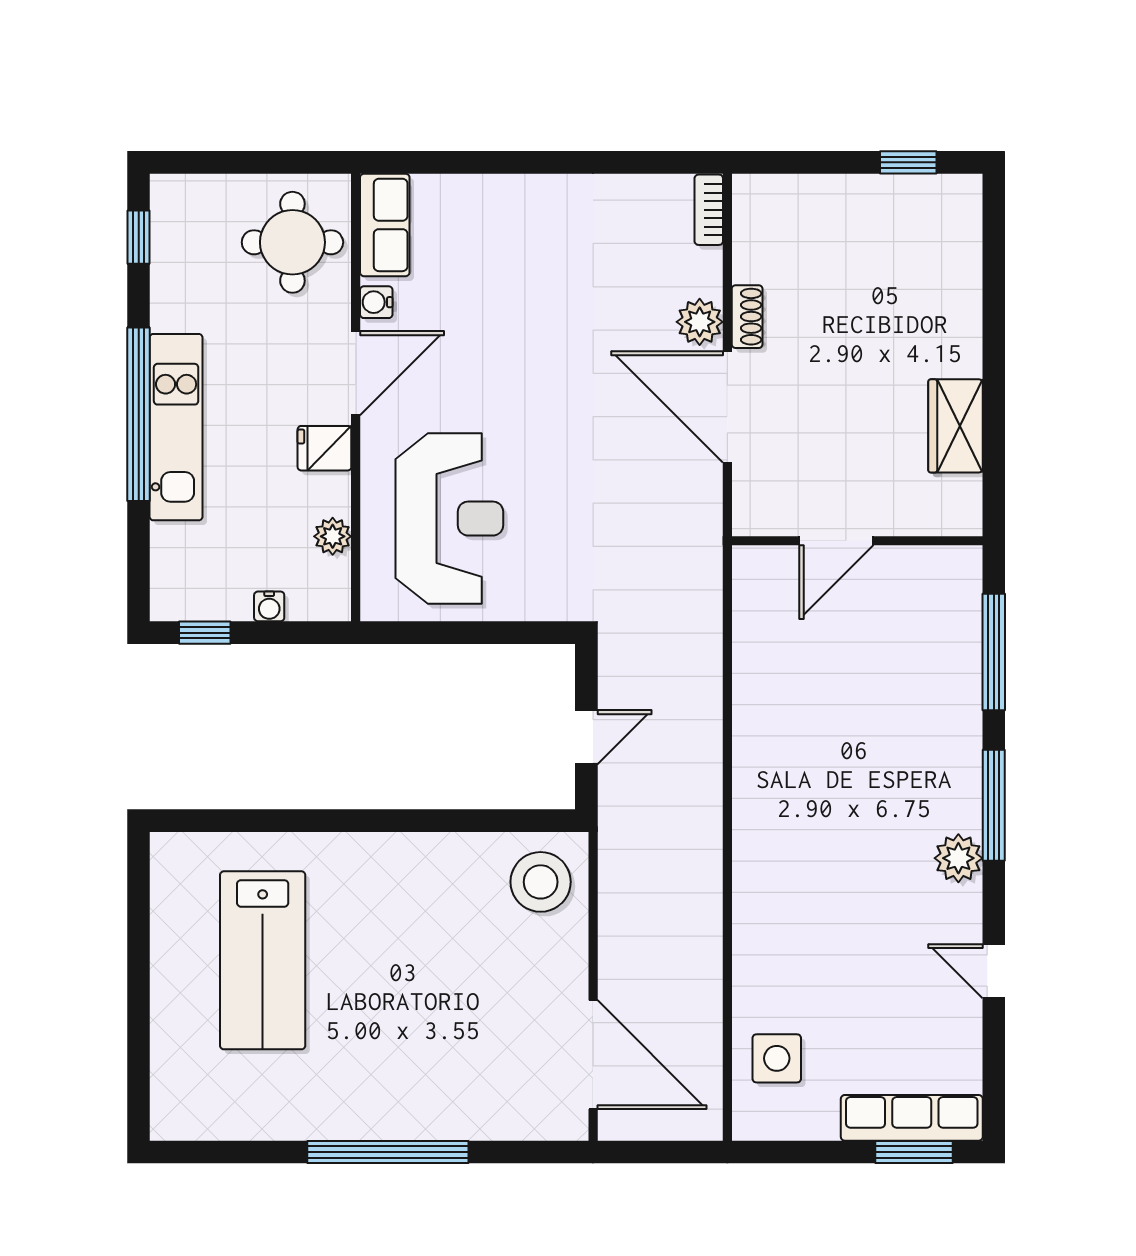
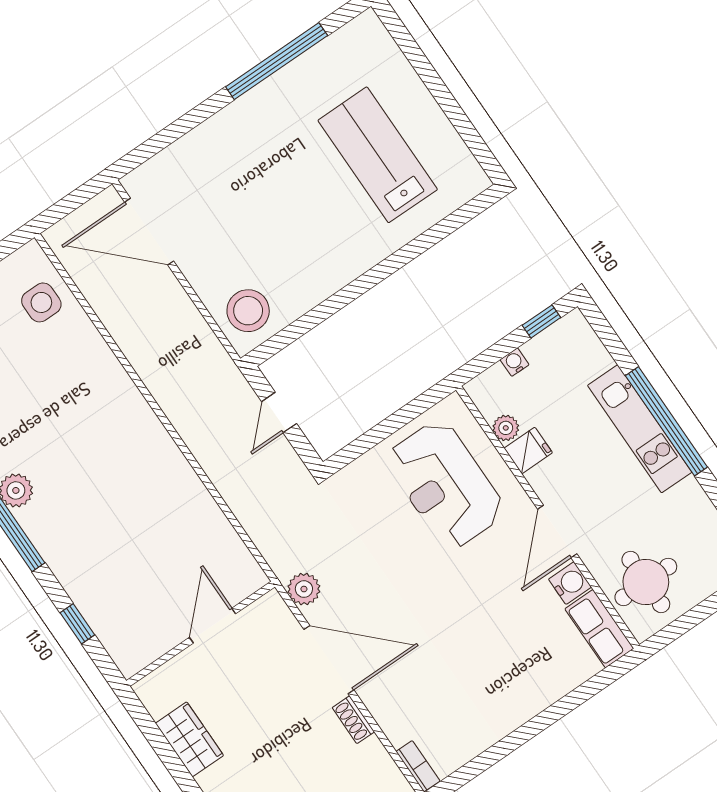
water cooler: (376, 302) -> (570, 583), width x1.38, depth x1.38
plant: (700, 322) -> (304, 589), moved
fridge: (324, 448) -> (528, 450), moved
window: (994, 652) -> (77, 624), width x0.46
window: (388, 1152) -> (277, 61), moved

